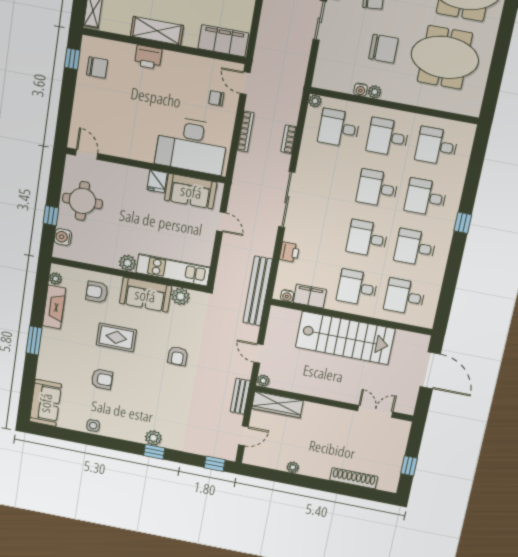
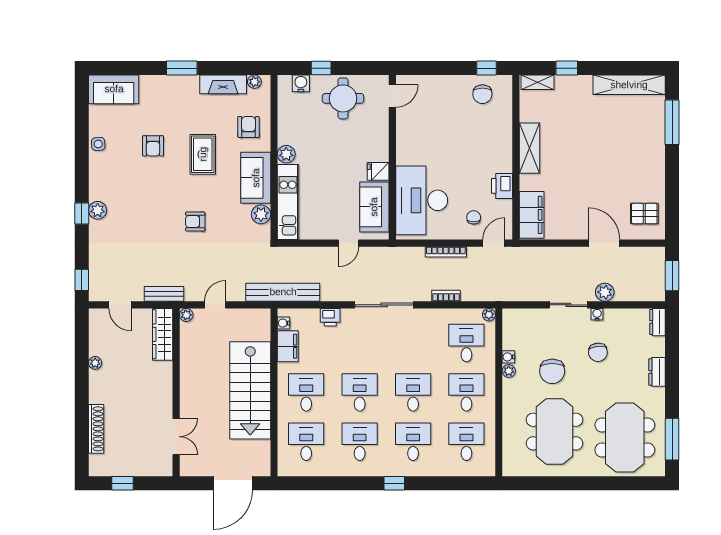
printer: (148, 57) -> (502, 186), moved

